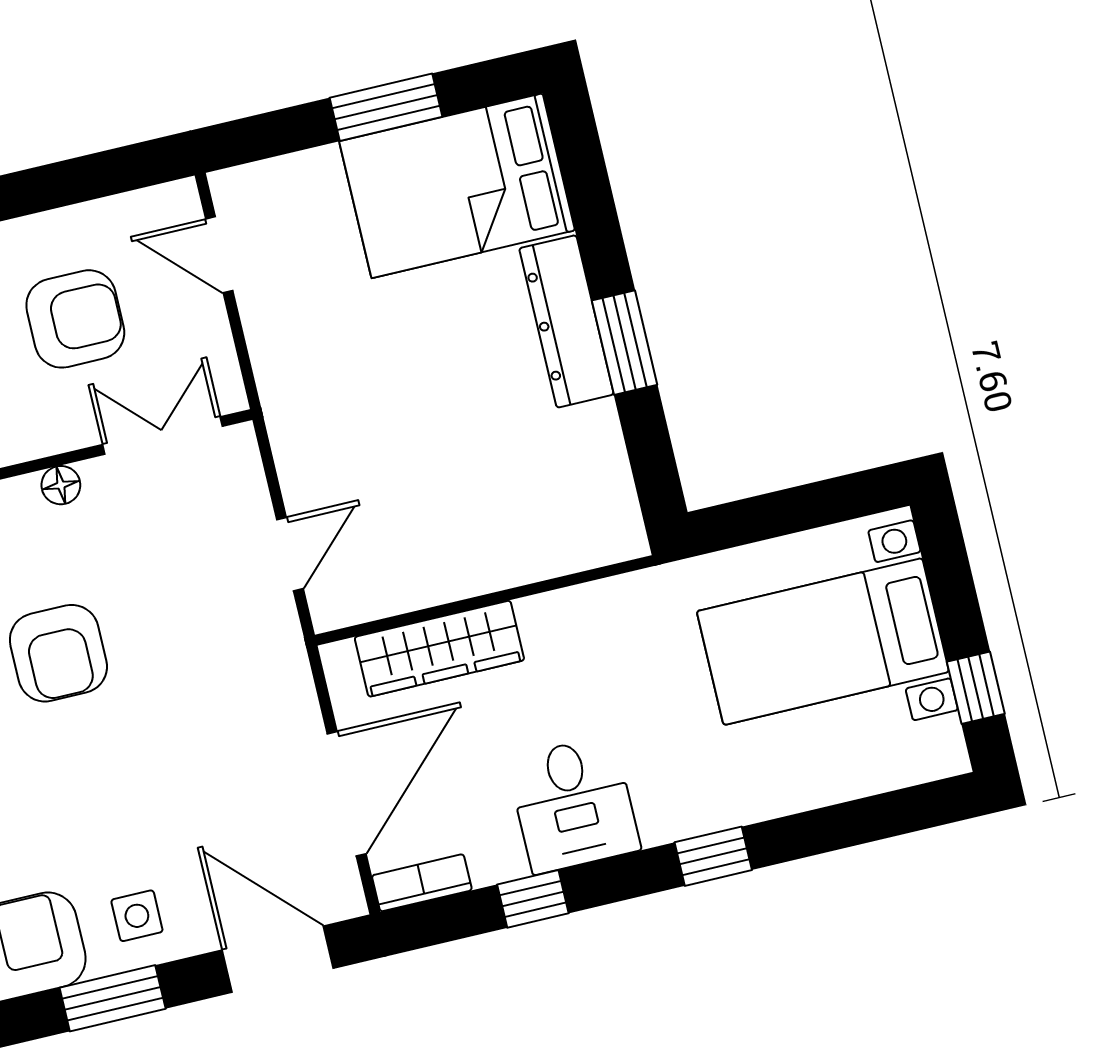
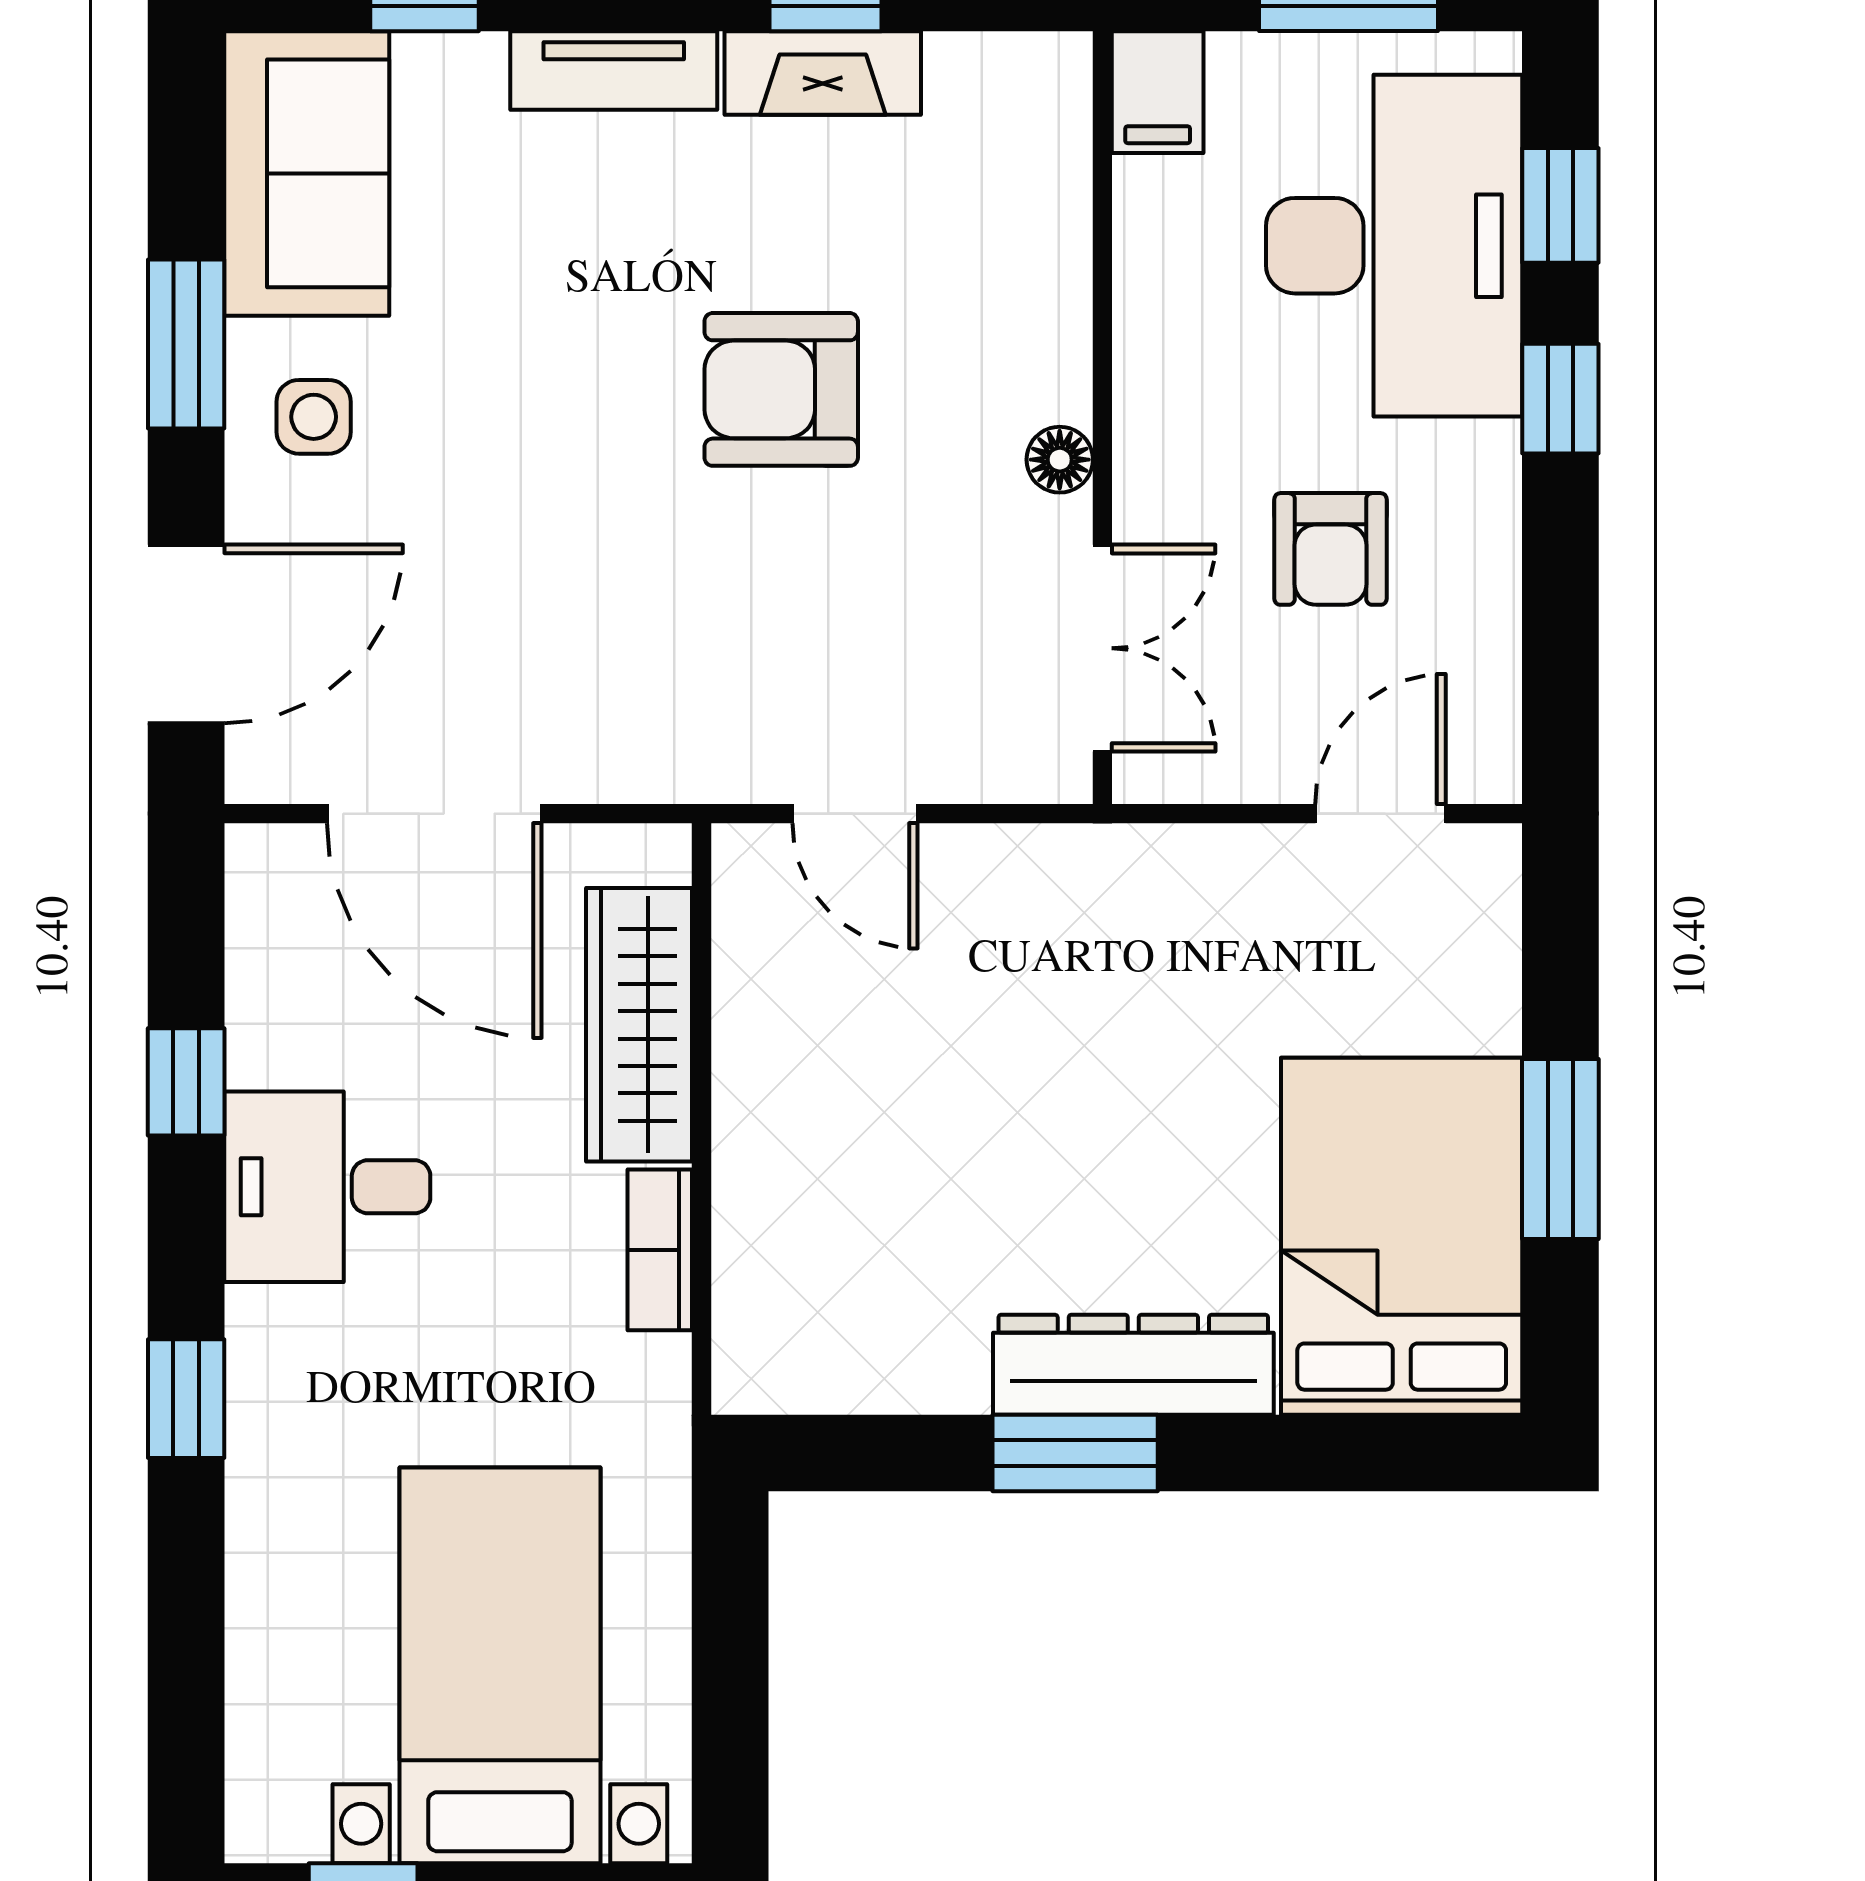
armchair: (75, 319) -> (1331, 549), width x0.72, depth x0.72
bookcase: (422, 883) -> (660, 1250), moved, turned 180

